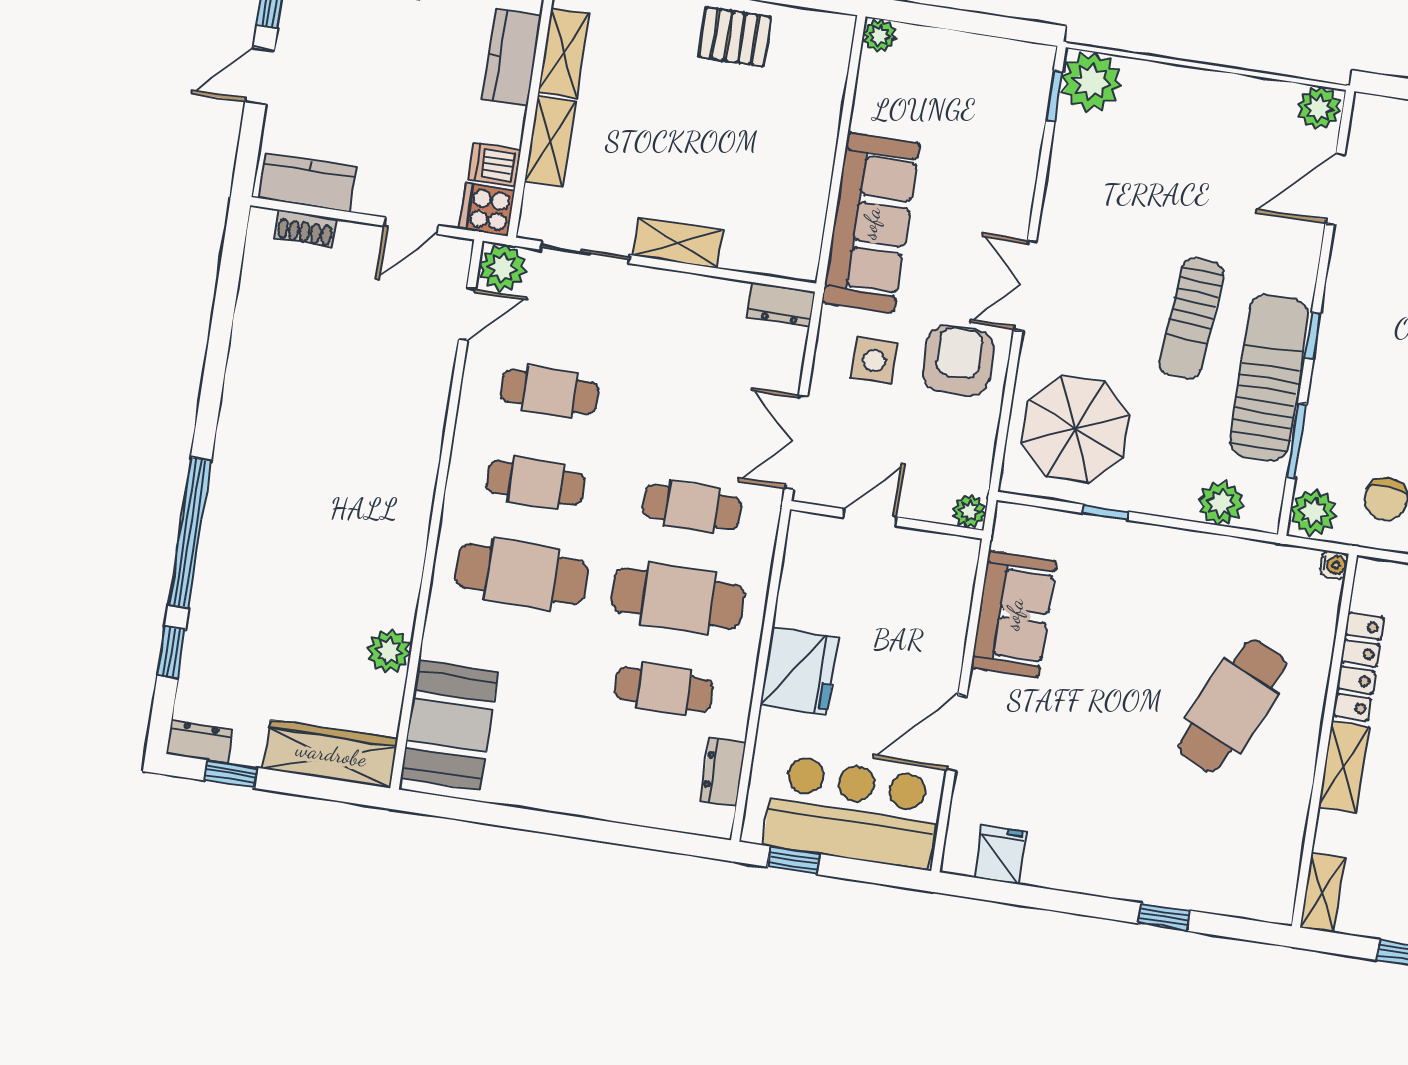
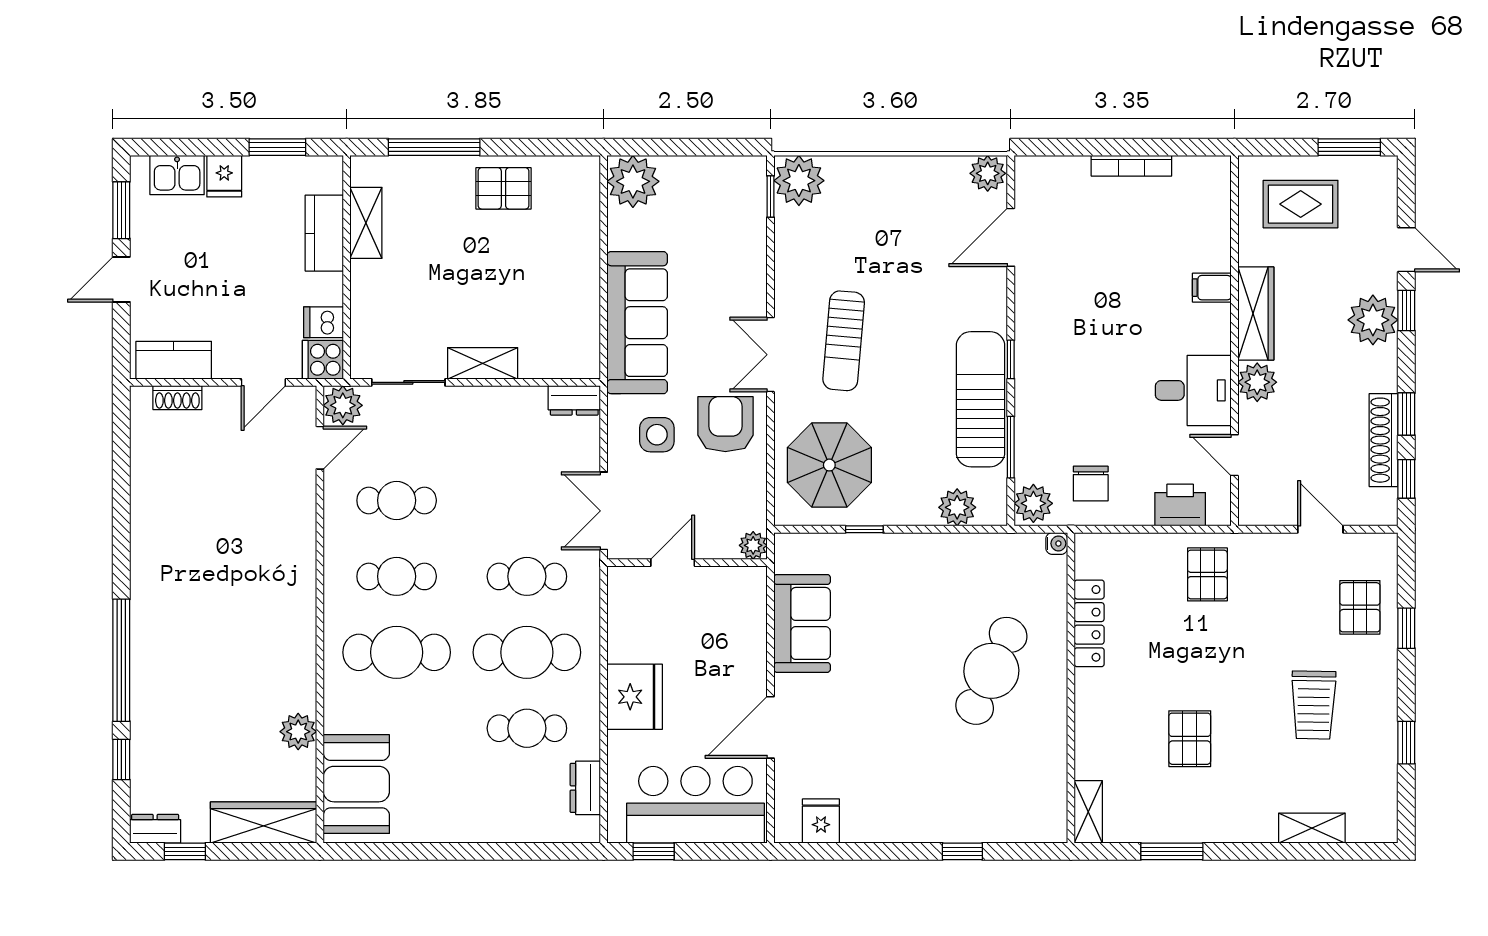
plant: (879, 36) -> (633, 181), width x1.88, depth x1.88
shelving: (550, 142) -> (366, 297), removed
sun lounger: (1191, 319) -> (844, 341), moved
shelving: (1344, 767) -> (1090, 707), removed

